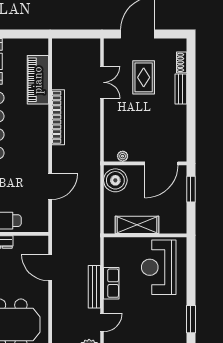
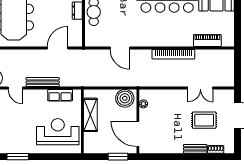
piano: (38, 80) -> (207, 41), width x0.73, depth x0.75
row of seats: (111, 283) -> (60, 95), moved

